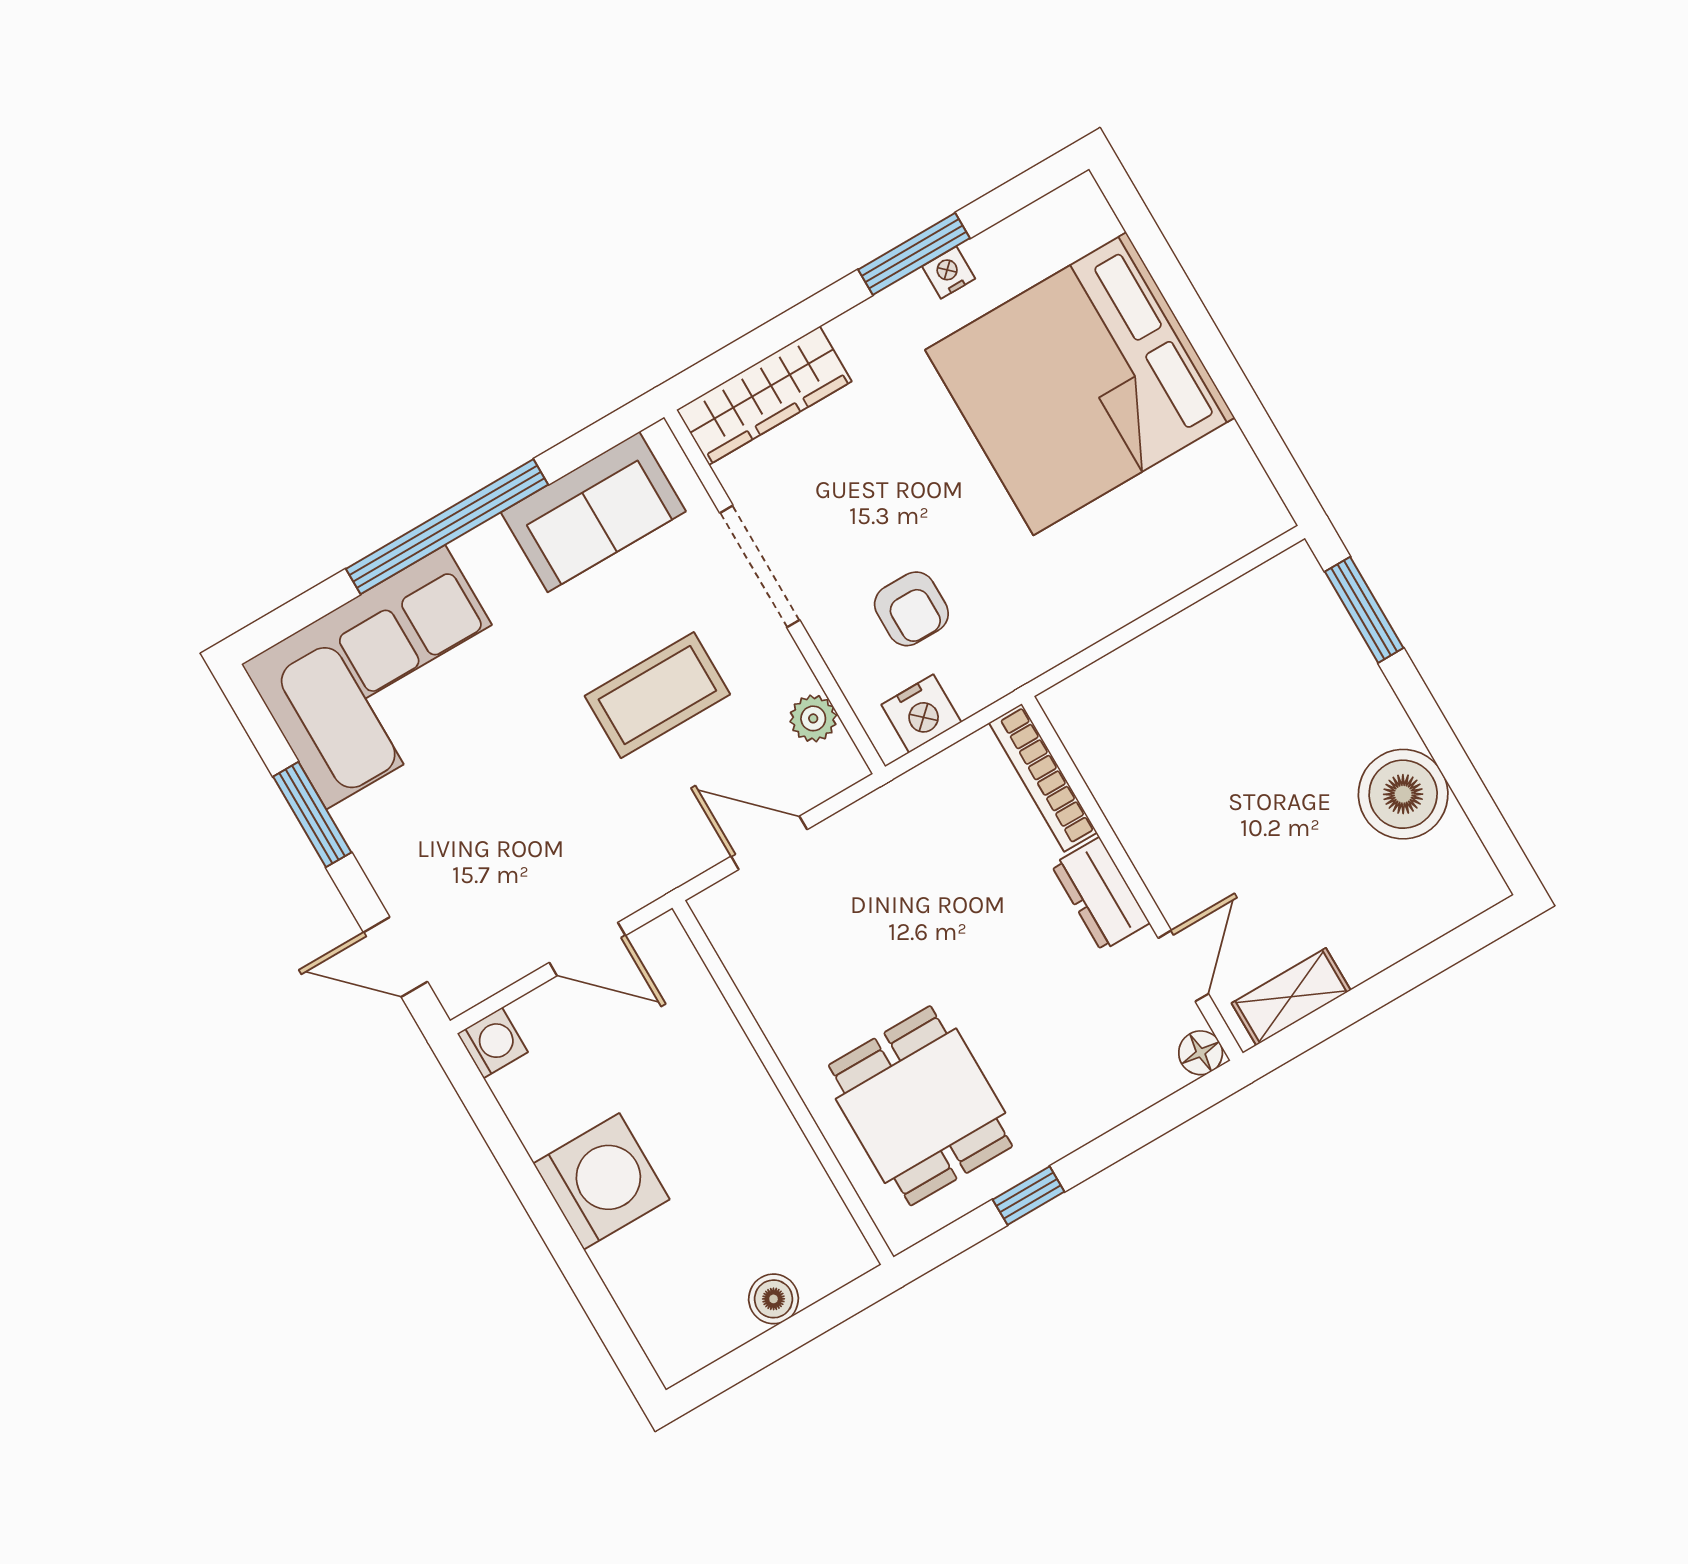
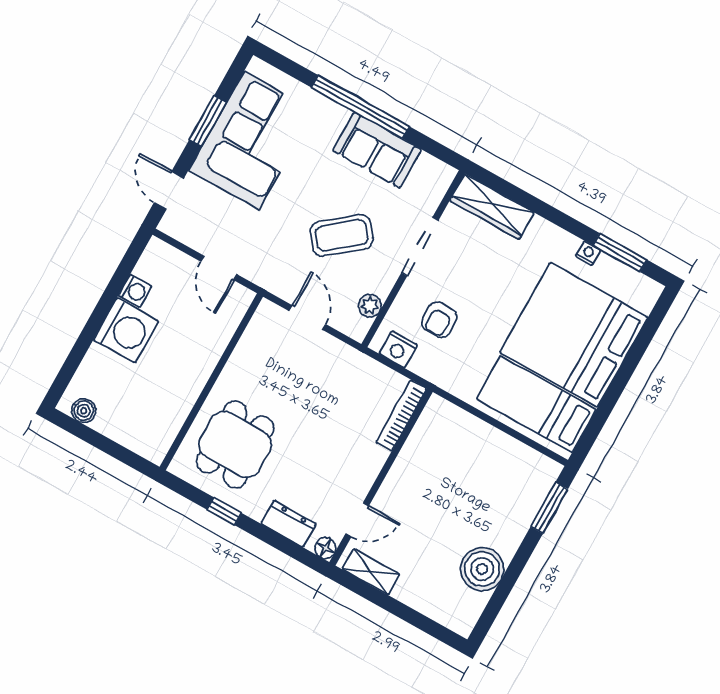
window: (914, 254) -> (620, 253), moved
sofa: (593, 512) -> (377, 150), moved
bed: (1165, 524) -> (536, 404), added
corner sofa: (386, 677) -> (252, 141), moved, turned -90
coffee table: (657, 695) -> (342, 235), turned -39
dresser: (1101, 894) -> (289, 524), moved, turned 90
washing machine: (493, 1043) -> (135, 291), moved
boiler: (774, 1299) -> (84, 411), moved

